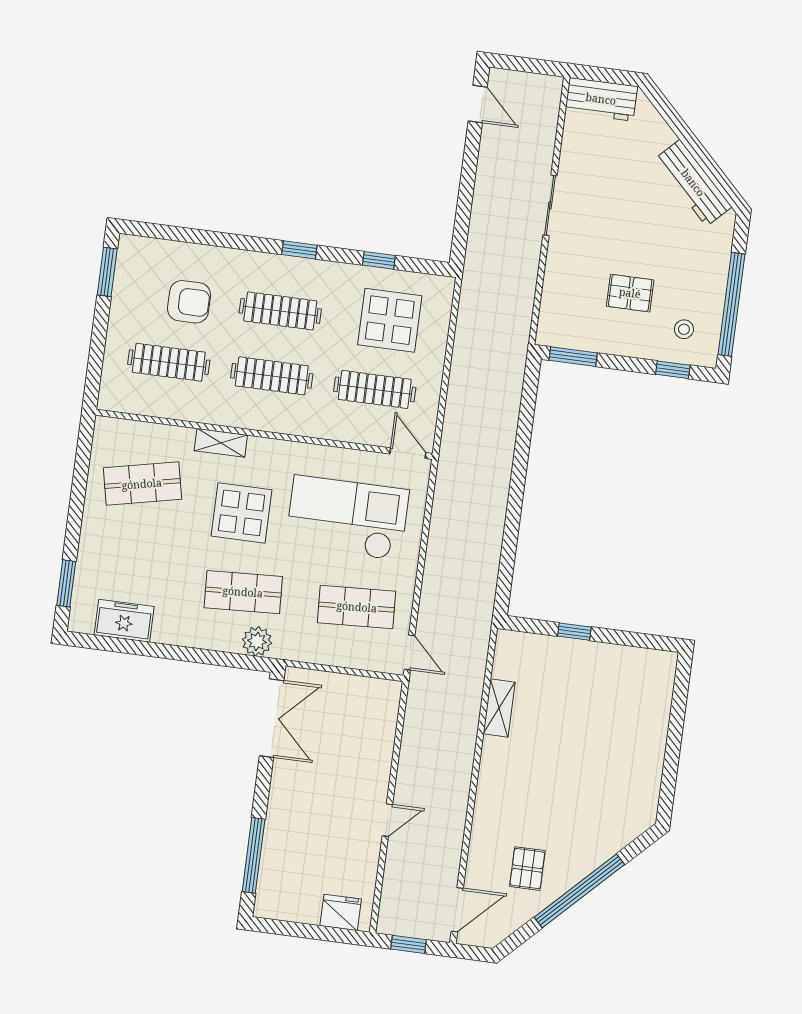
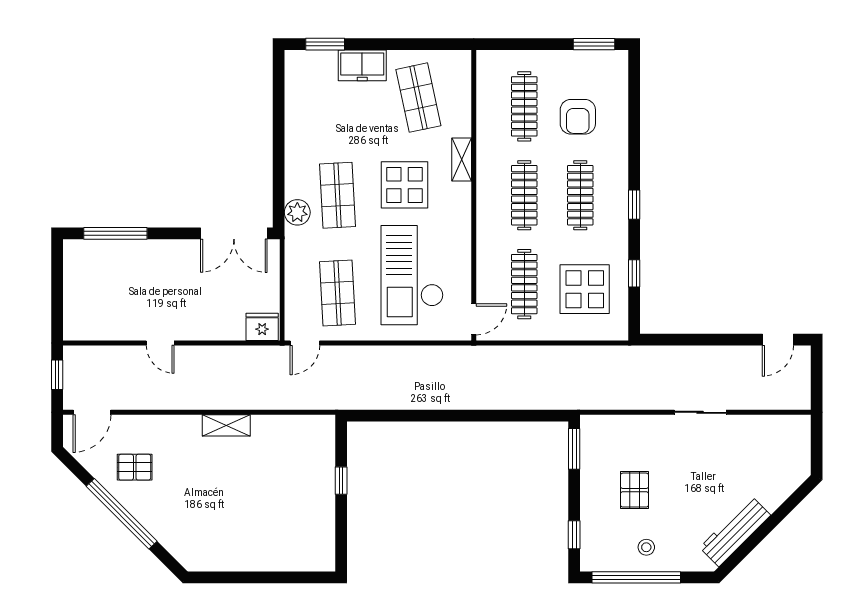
workbench: (601, 99) -> (796, 444), removed
stool: (684, 329) -> (646, 547), moved
checkout: (347, 518) -> (412, 275), turned 180
freezer: (124, 621) -> (362, 65), moved, turned 90
shelving: (499, 708) -> (226, 425), moved
door: (457, 910) -> (92, 412), hinge flipped
fridge: (341, 912) -> (262, 327), moved, turned -90

